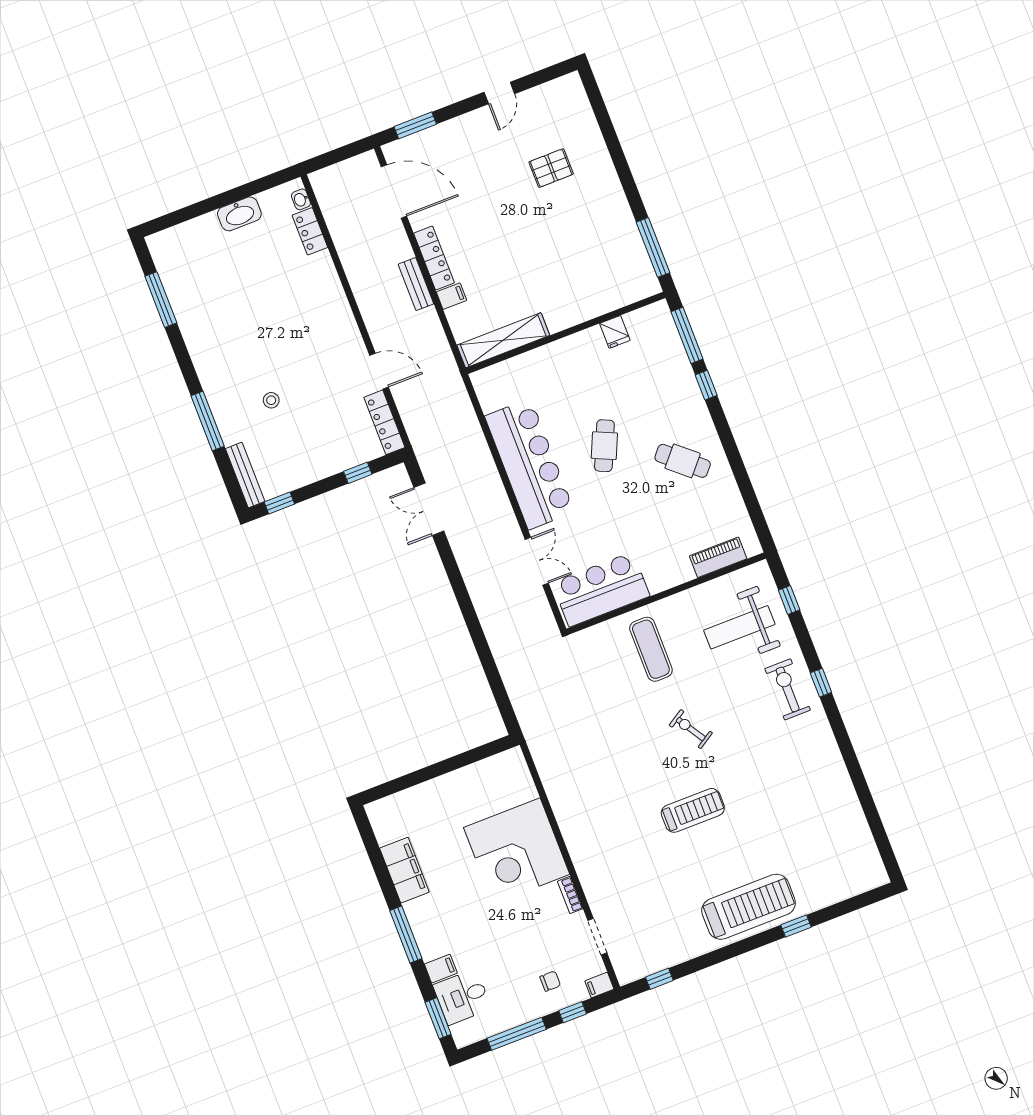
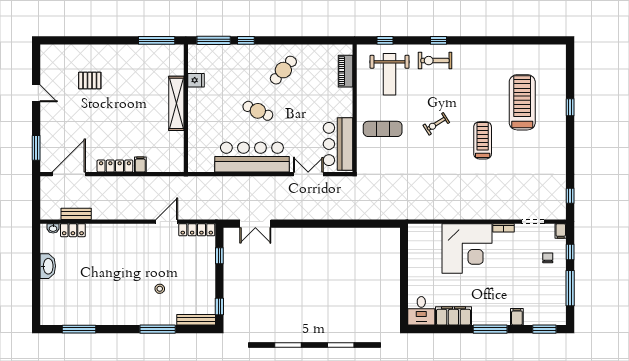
pallet: (551, 168) -> (90, 81), turned 90
bench: (416, 284) -> (76, 214), moved
shelving: (503, 340) -> (176, 103), moved
treadmill: (749, 907) -> (522, 102), moved
desk: (462, 997) -> (421, 311), moved

